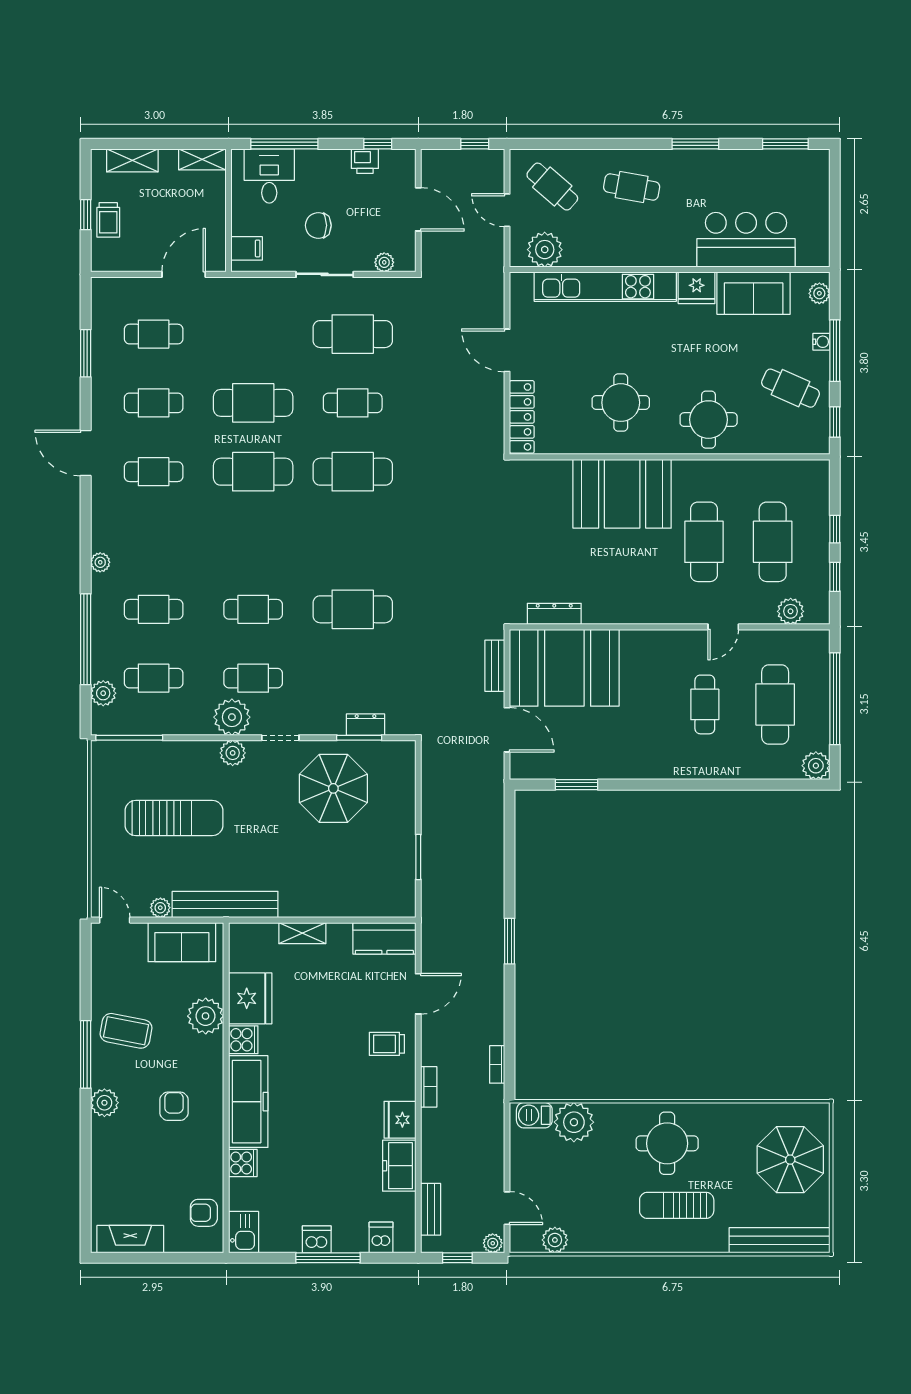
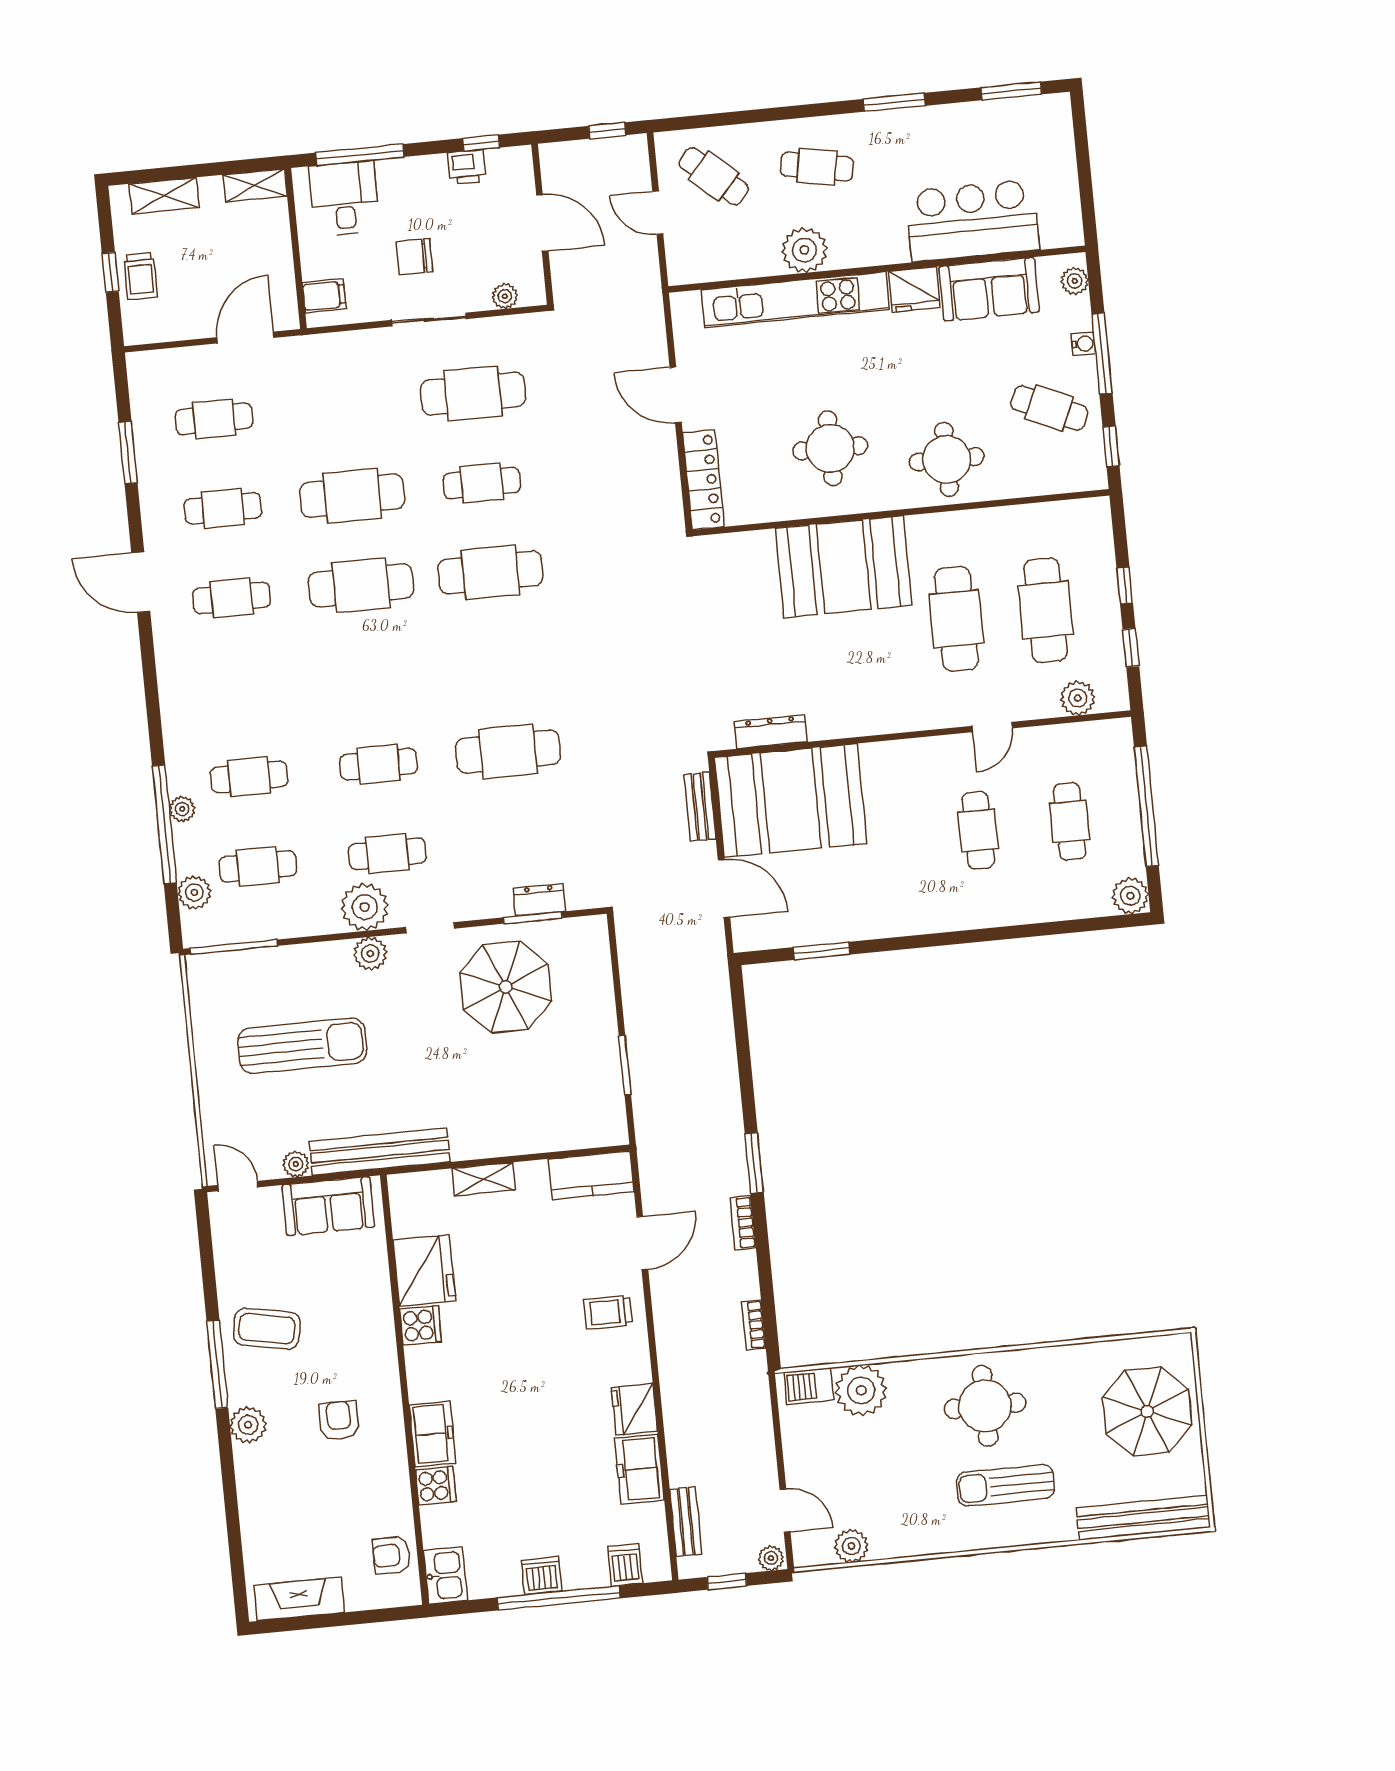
plant: (545, 250) -> (804, 250), moved
plant: (100, 562) -> (182, 809), moved
cafe table: (775, 704) -> (1070, 821), width x0.73, depth x0.74
plant: (206, 1016) -> (368, 1299), removed
bookcase: (429, 1087) -> (743, 1223), moved, turned 180
freezer: (248, 1102) -> (432, 1434), width x0.52, depth x0.79
window: (328, 1258) -> (559, 1598), width x1.46

